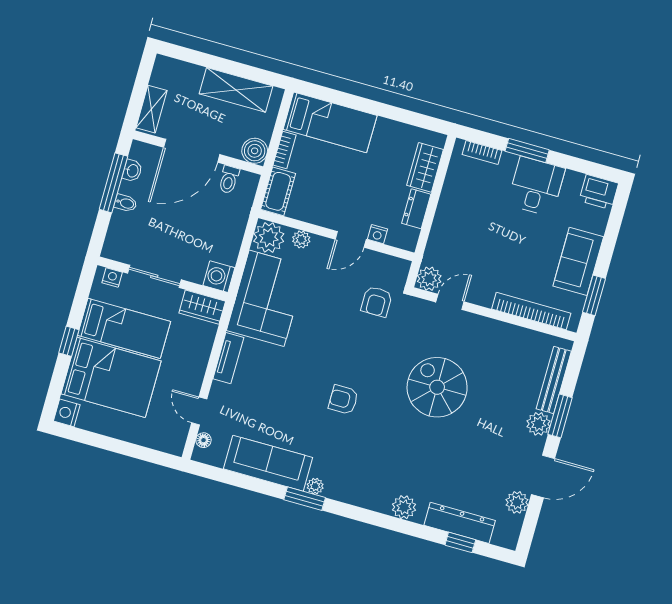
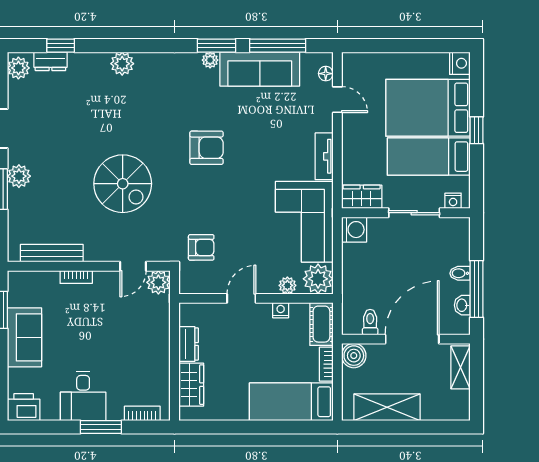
nightstand: (378, 234) -> (281, 310), moved
armchair: (377, 302) -> (201, 247), turned 90
bookcase: (531, 311) -> (76, 277), width x0.43, depth x0.76
bench: (554, 380) -> (52, 253), moved, turned 90
armchair: (343, 400) -> (207, 148), width x1.38, depth x1.38
window: (244, 482) -> (278, 46), added
plant: (517, 502) -> (18, 68), moved
dresser: (460, 523) -> (50, 61), width x0.51, depth x0.80

